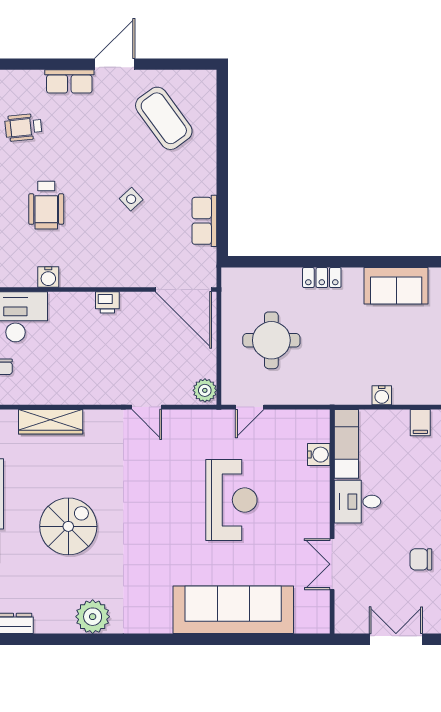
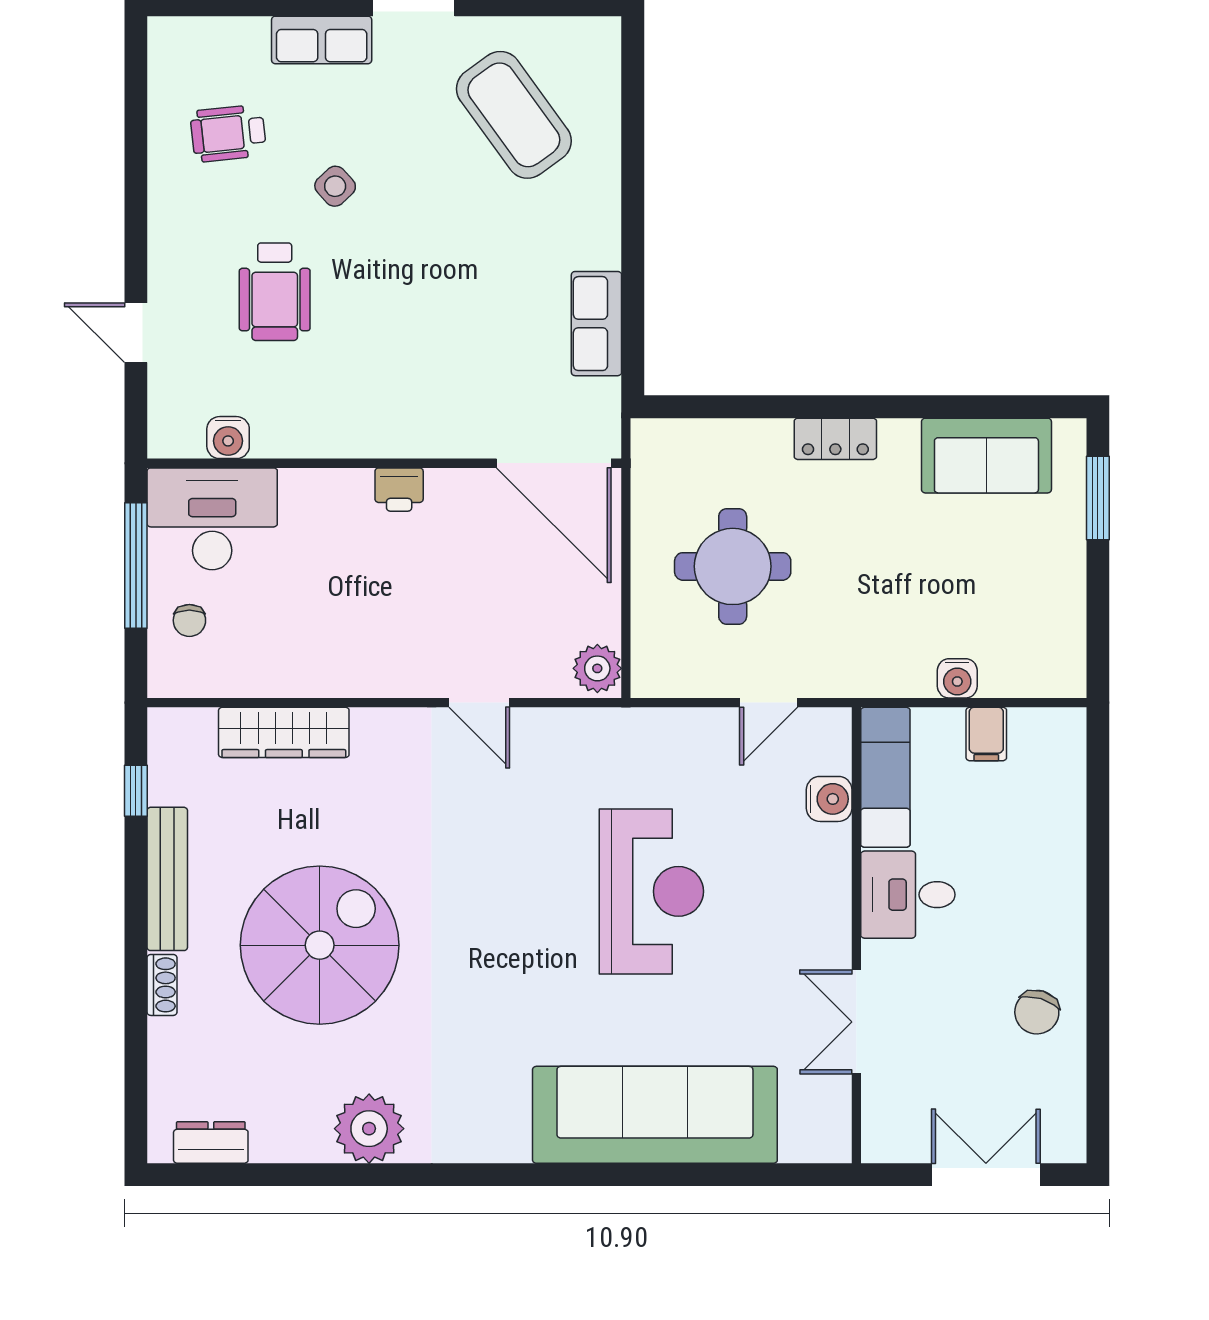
side table: (131, 199) -> (335, 186), moved
water cooler: (48, 277) -> (228, 438), moved
door: (250, 407) -> (769, 703), moved
filing cabinet: (420, 423) -> (986, 734), moved
spiral stairs: (68, 526) -> (320, 945), width x1.37, depth x1.37
chair: (421, 559) -> (1037, 1012), turned -73

